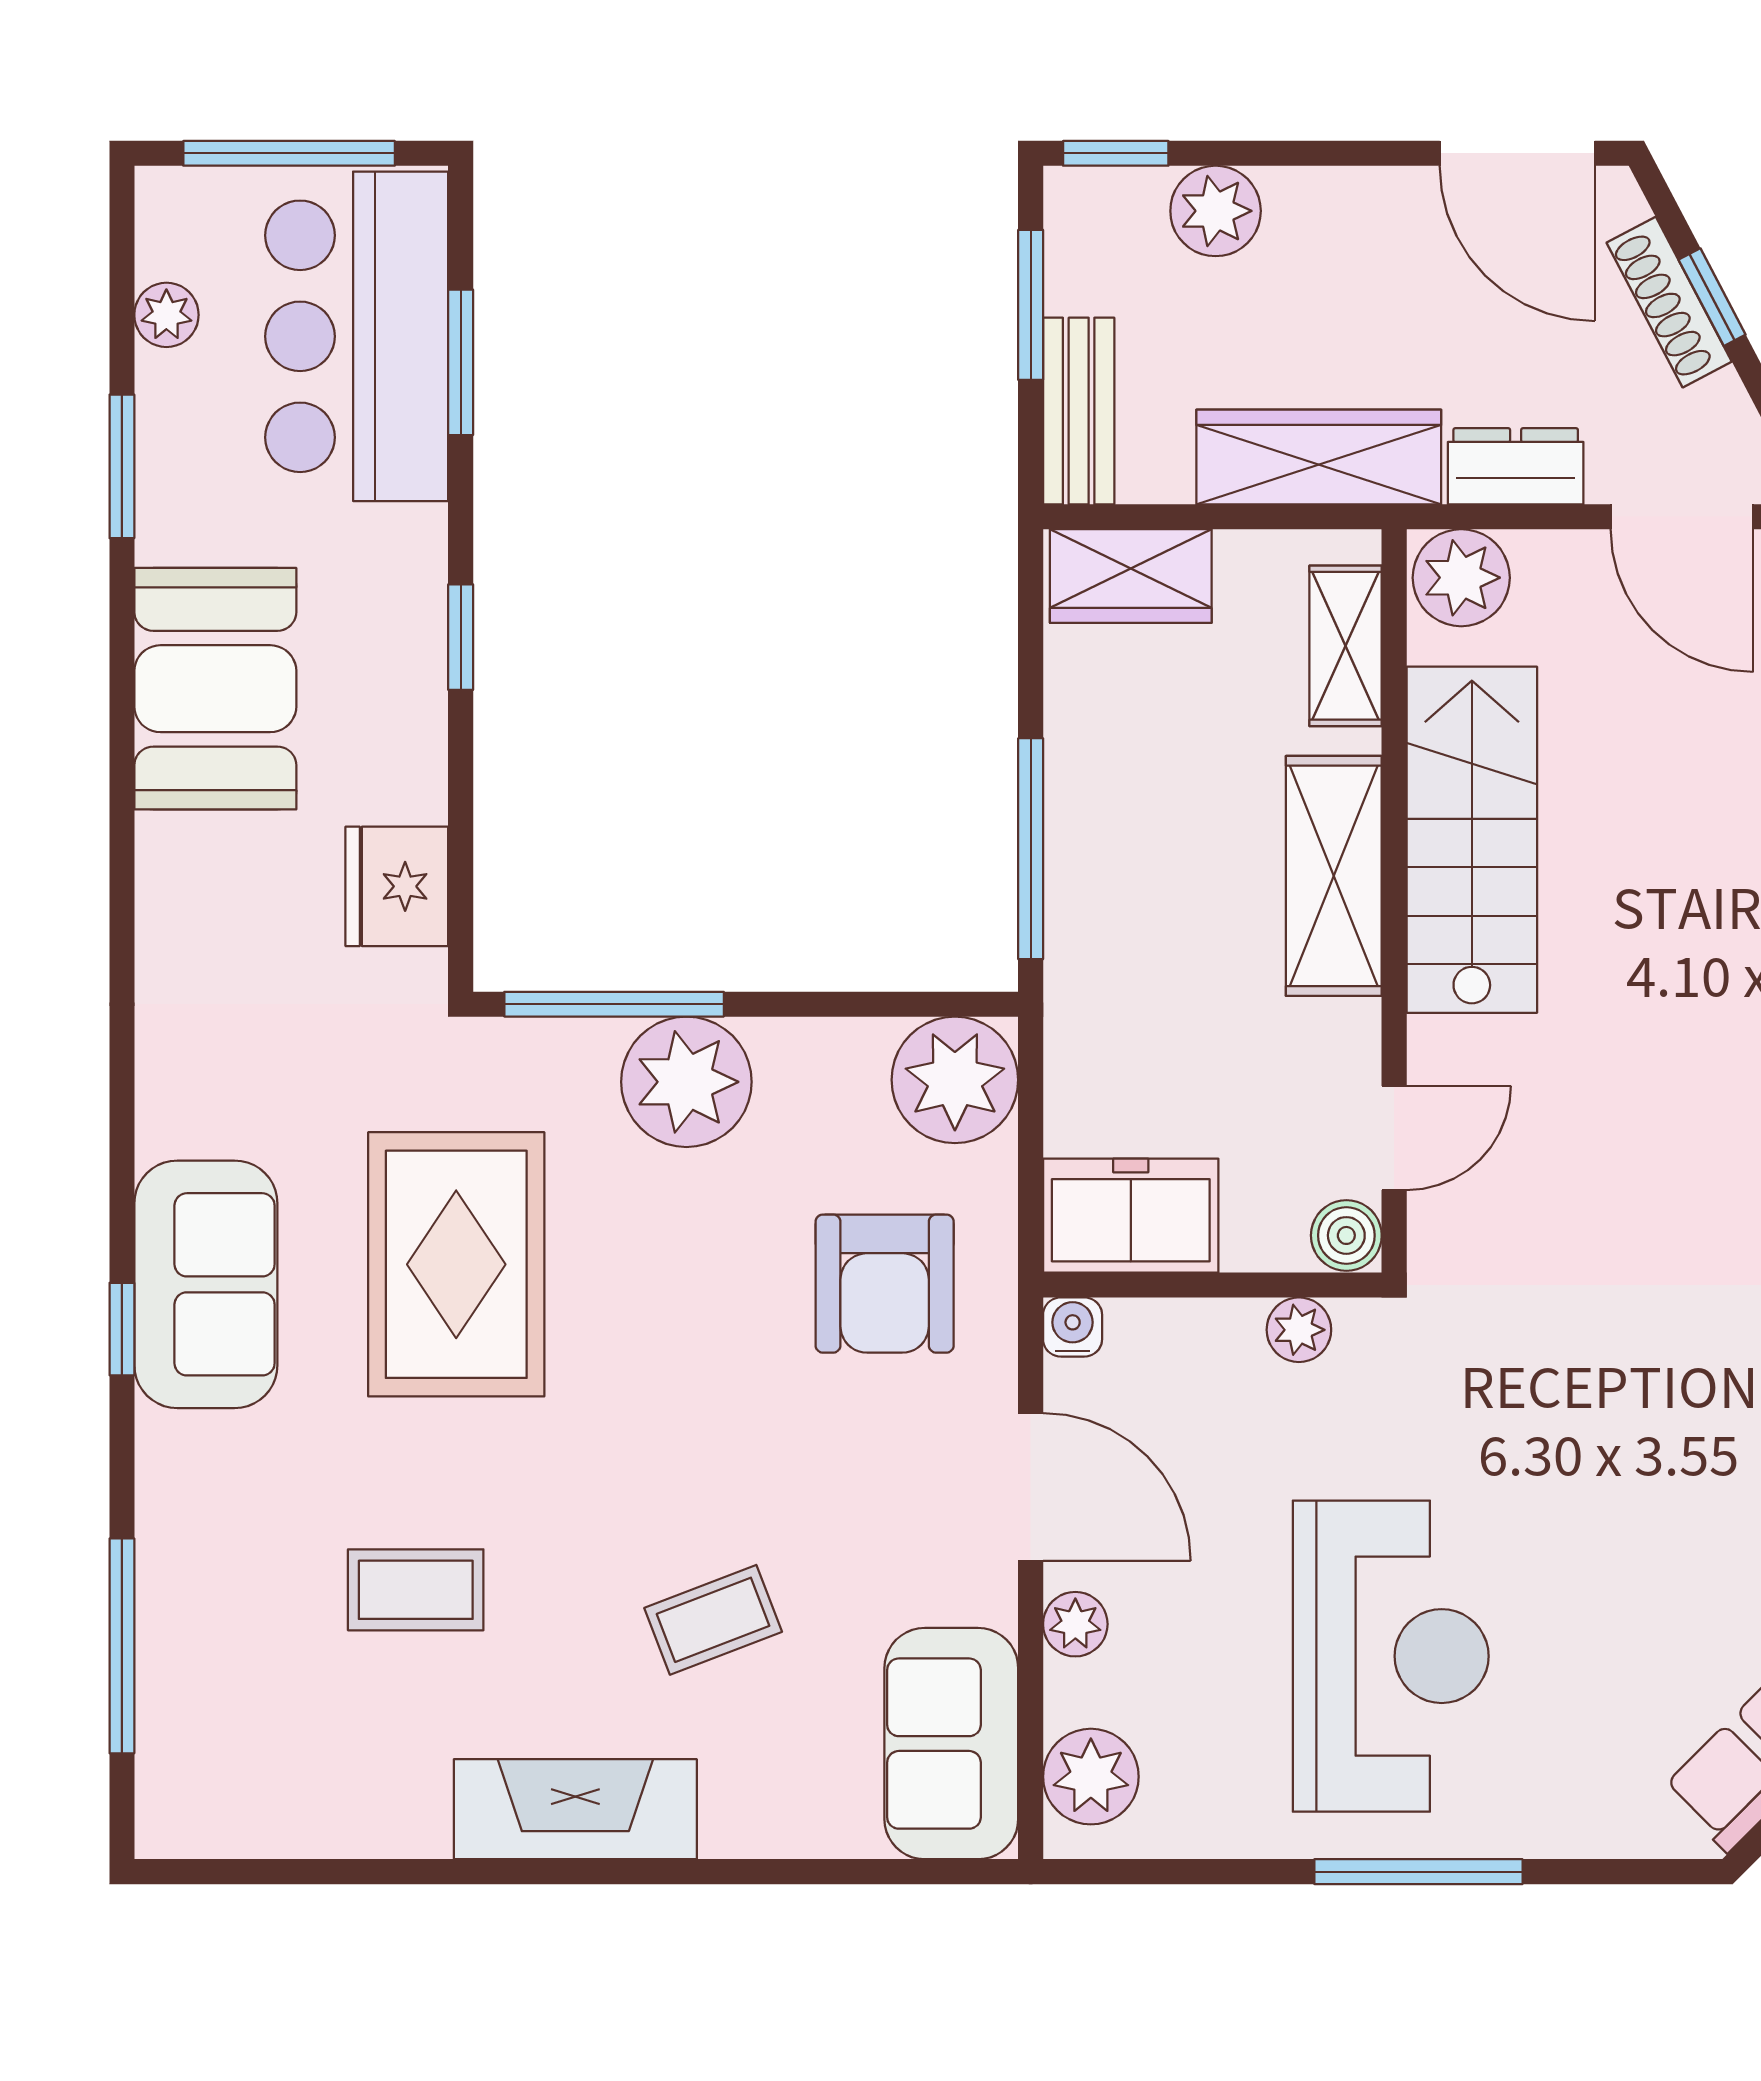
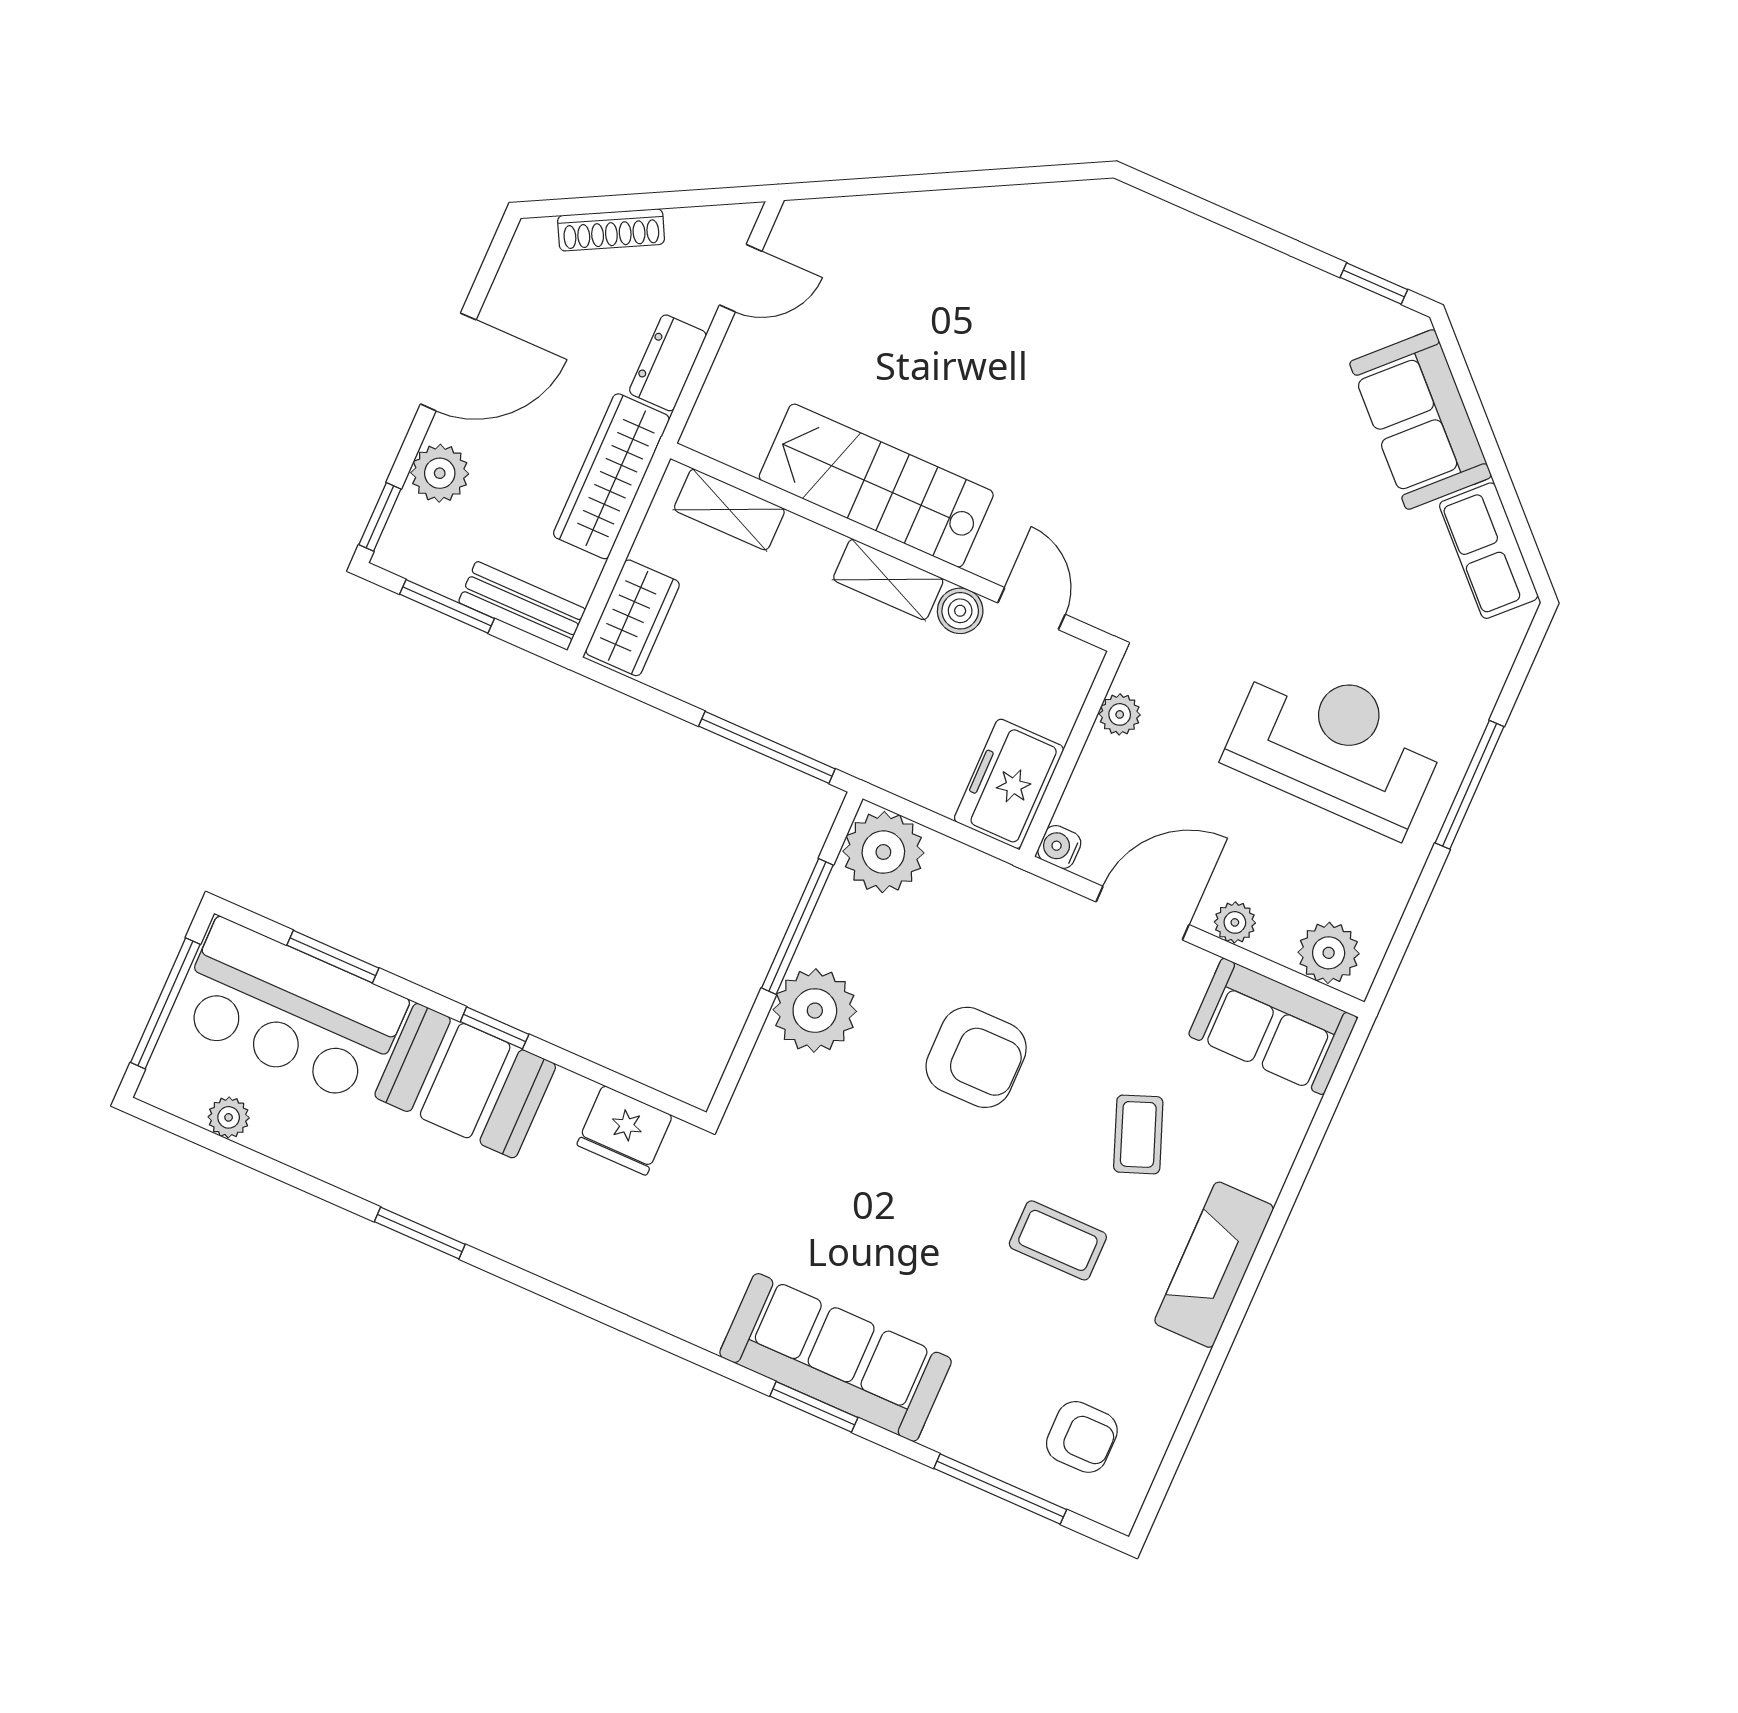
door: (1517, 153) -> (448, 362), moved
window: (1712, 297) -> (619, 203), removed
window: (122, 466) -> (420, 1233), moved
door: (1682, 517) -> (741, 278), width x0.73
plant: (1461, 578) -> (719, 424), removed
booth: (215, 689) -> (465, 1081), moved
shelving: (1334, 876) -> (888, 579), width x0.67, depth x0.75
window: (614, 1004) -> (797, 926), moved
boiler: (1346, 1235) -> (960, 611), moved
rug: (456, 1264) -> (862, 1193), removed
sofa: (206, 1284) -> (836, 1357), width x1.36
armchair: (885, 1284) -> (976, 1057), moved
window: (122, 1329) -> (814, 1407), width x1.50
coffee table: (416, 1590) -> (1058, 1240), moved, turned 90
armchair: (247, 1729) -> (1082, 1437), added

